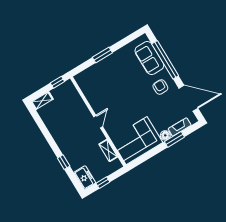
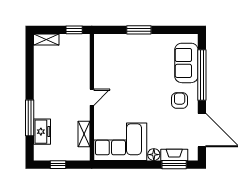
window: (174, 139) -> (174, 165), moved
window: (64, 162) -> (30, 118), width x2.17
freezer: (85, 178) -> (42, 132), moved

